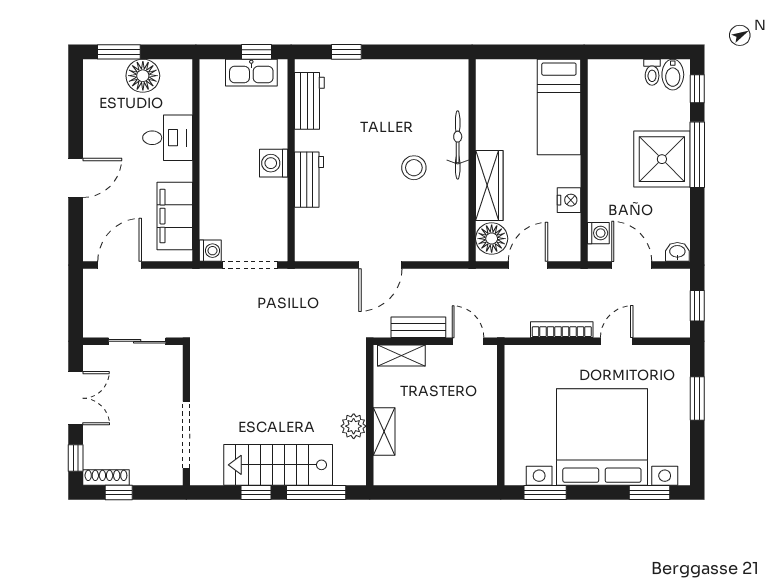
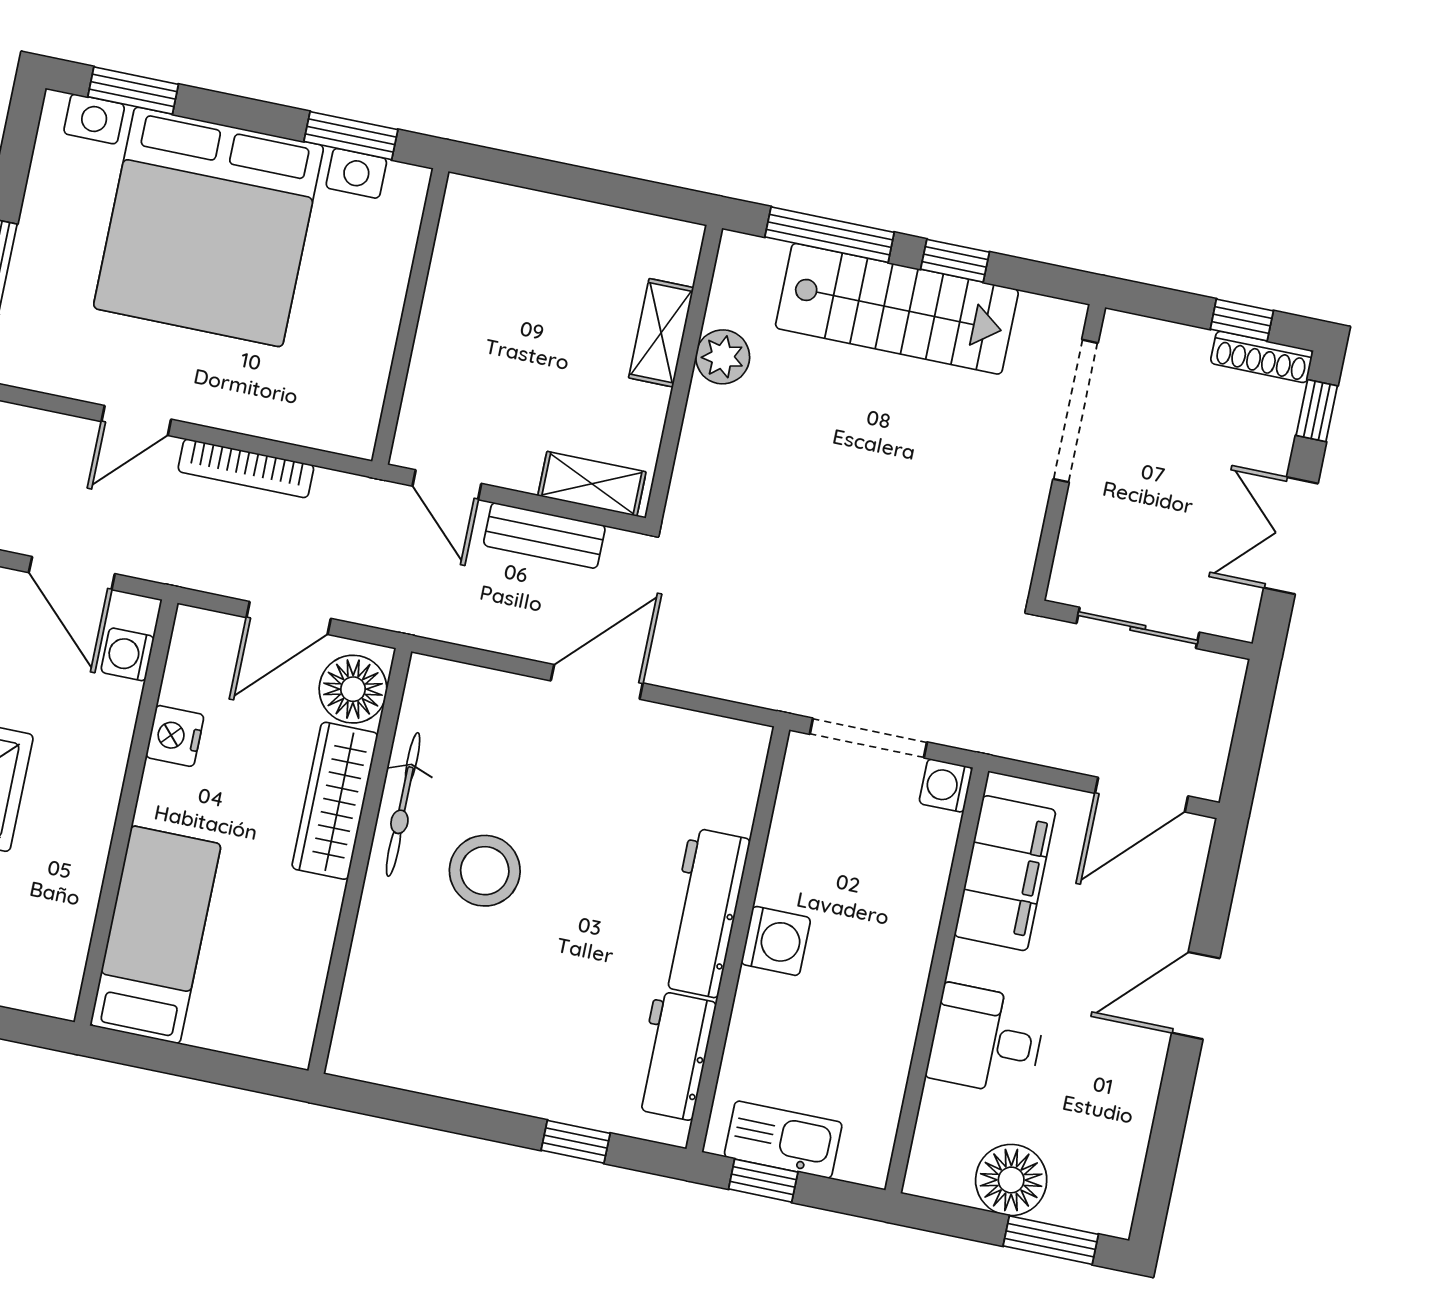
bicycle: (458, 145) -> (403, 805), moved
stool: (414, 168) -> (485, 871), width x1.38, depth x1.38
workbench: (309, 180) -> (704, 913), width x1.38

